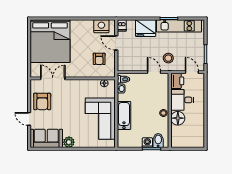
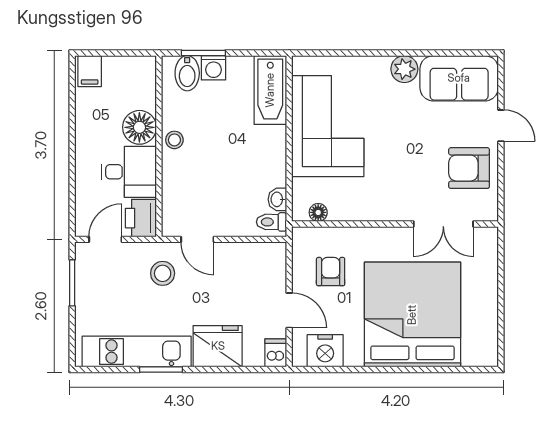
bed: (50, 41) -> (412, 315), moved
door: (192, 72) -> (105, 239), swing flipped
armchair: (42, 101) -> (469, 168), turned -90
bathtub: (124, 115) -> (270, 90), moved
filing cabinet: (198, 141) -> (90, 71), added

